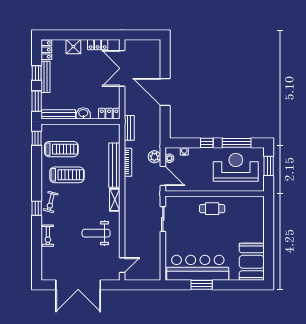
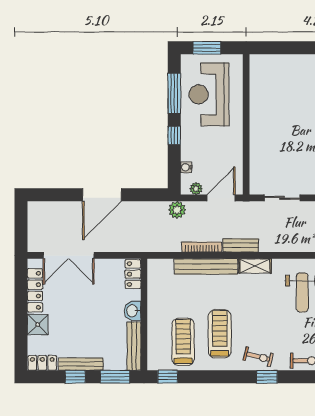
locker: (98, 45) -> (35, 290), width x1.53
bench: (129, 128) -> (241, 245), moved
plant: (154, 157) -> (177, 210), moved
cafe table: (212, 209) -> (268, 128), removed

